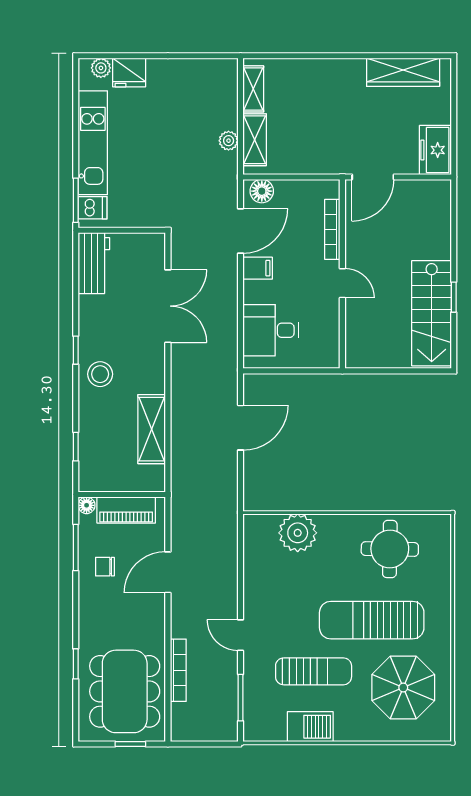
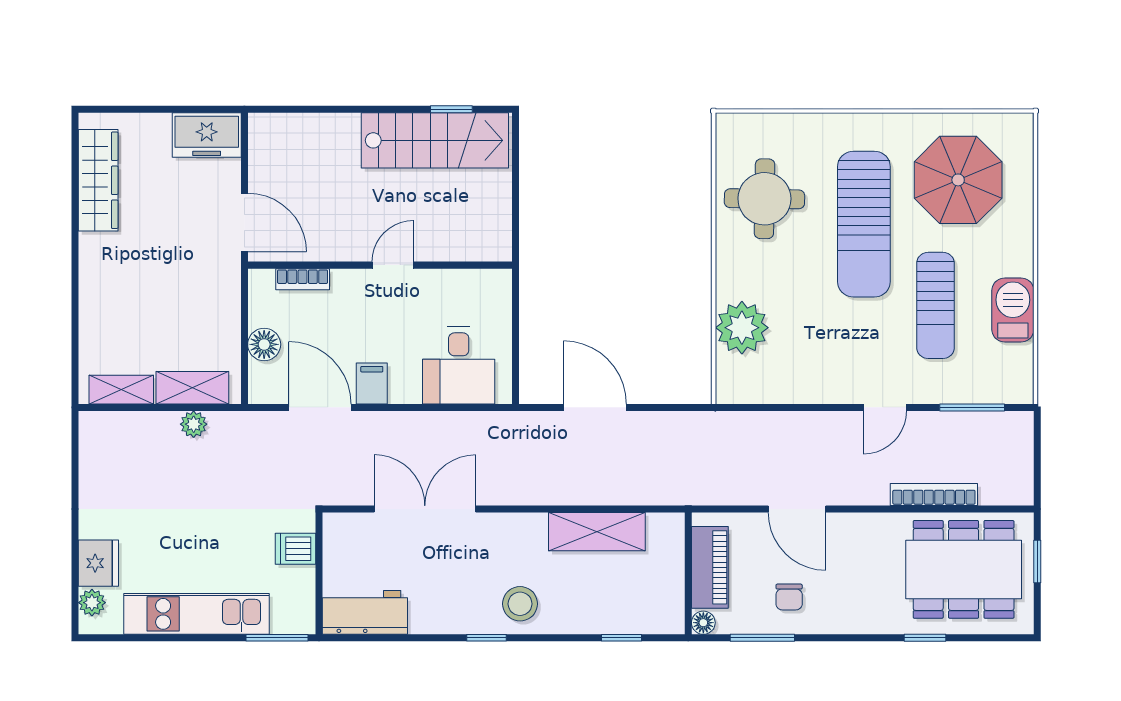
floor lamp: (262, 191) -> (264, 344), moved
dishwasher: (93, 208) -> (295, 549), moved, turned -90
bookcase: (332, 229) -> (303, 279), width x0.64
window: (454, 297) -> (451, 109), moved
sun lounger: (314, 671) -> (936, 305), turned 180

